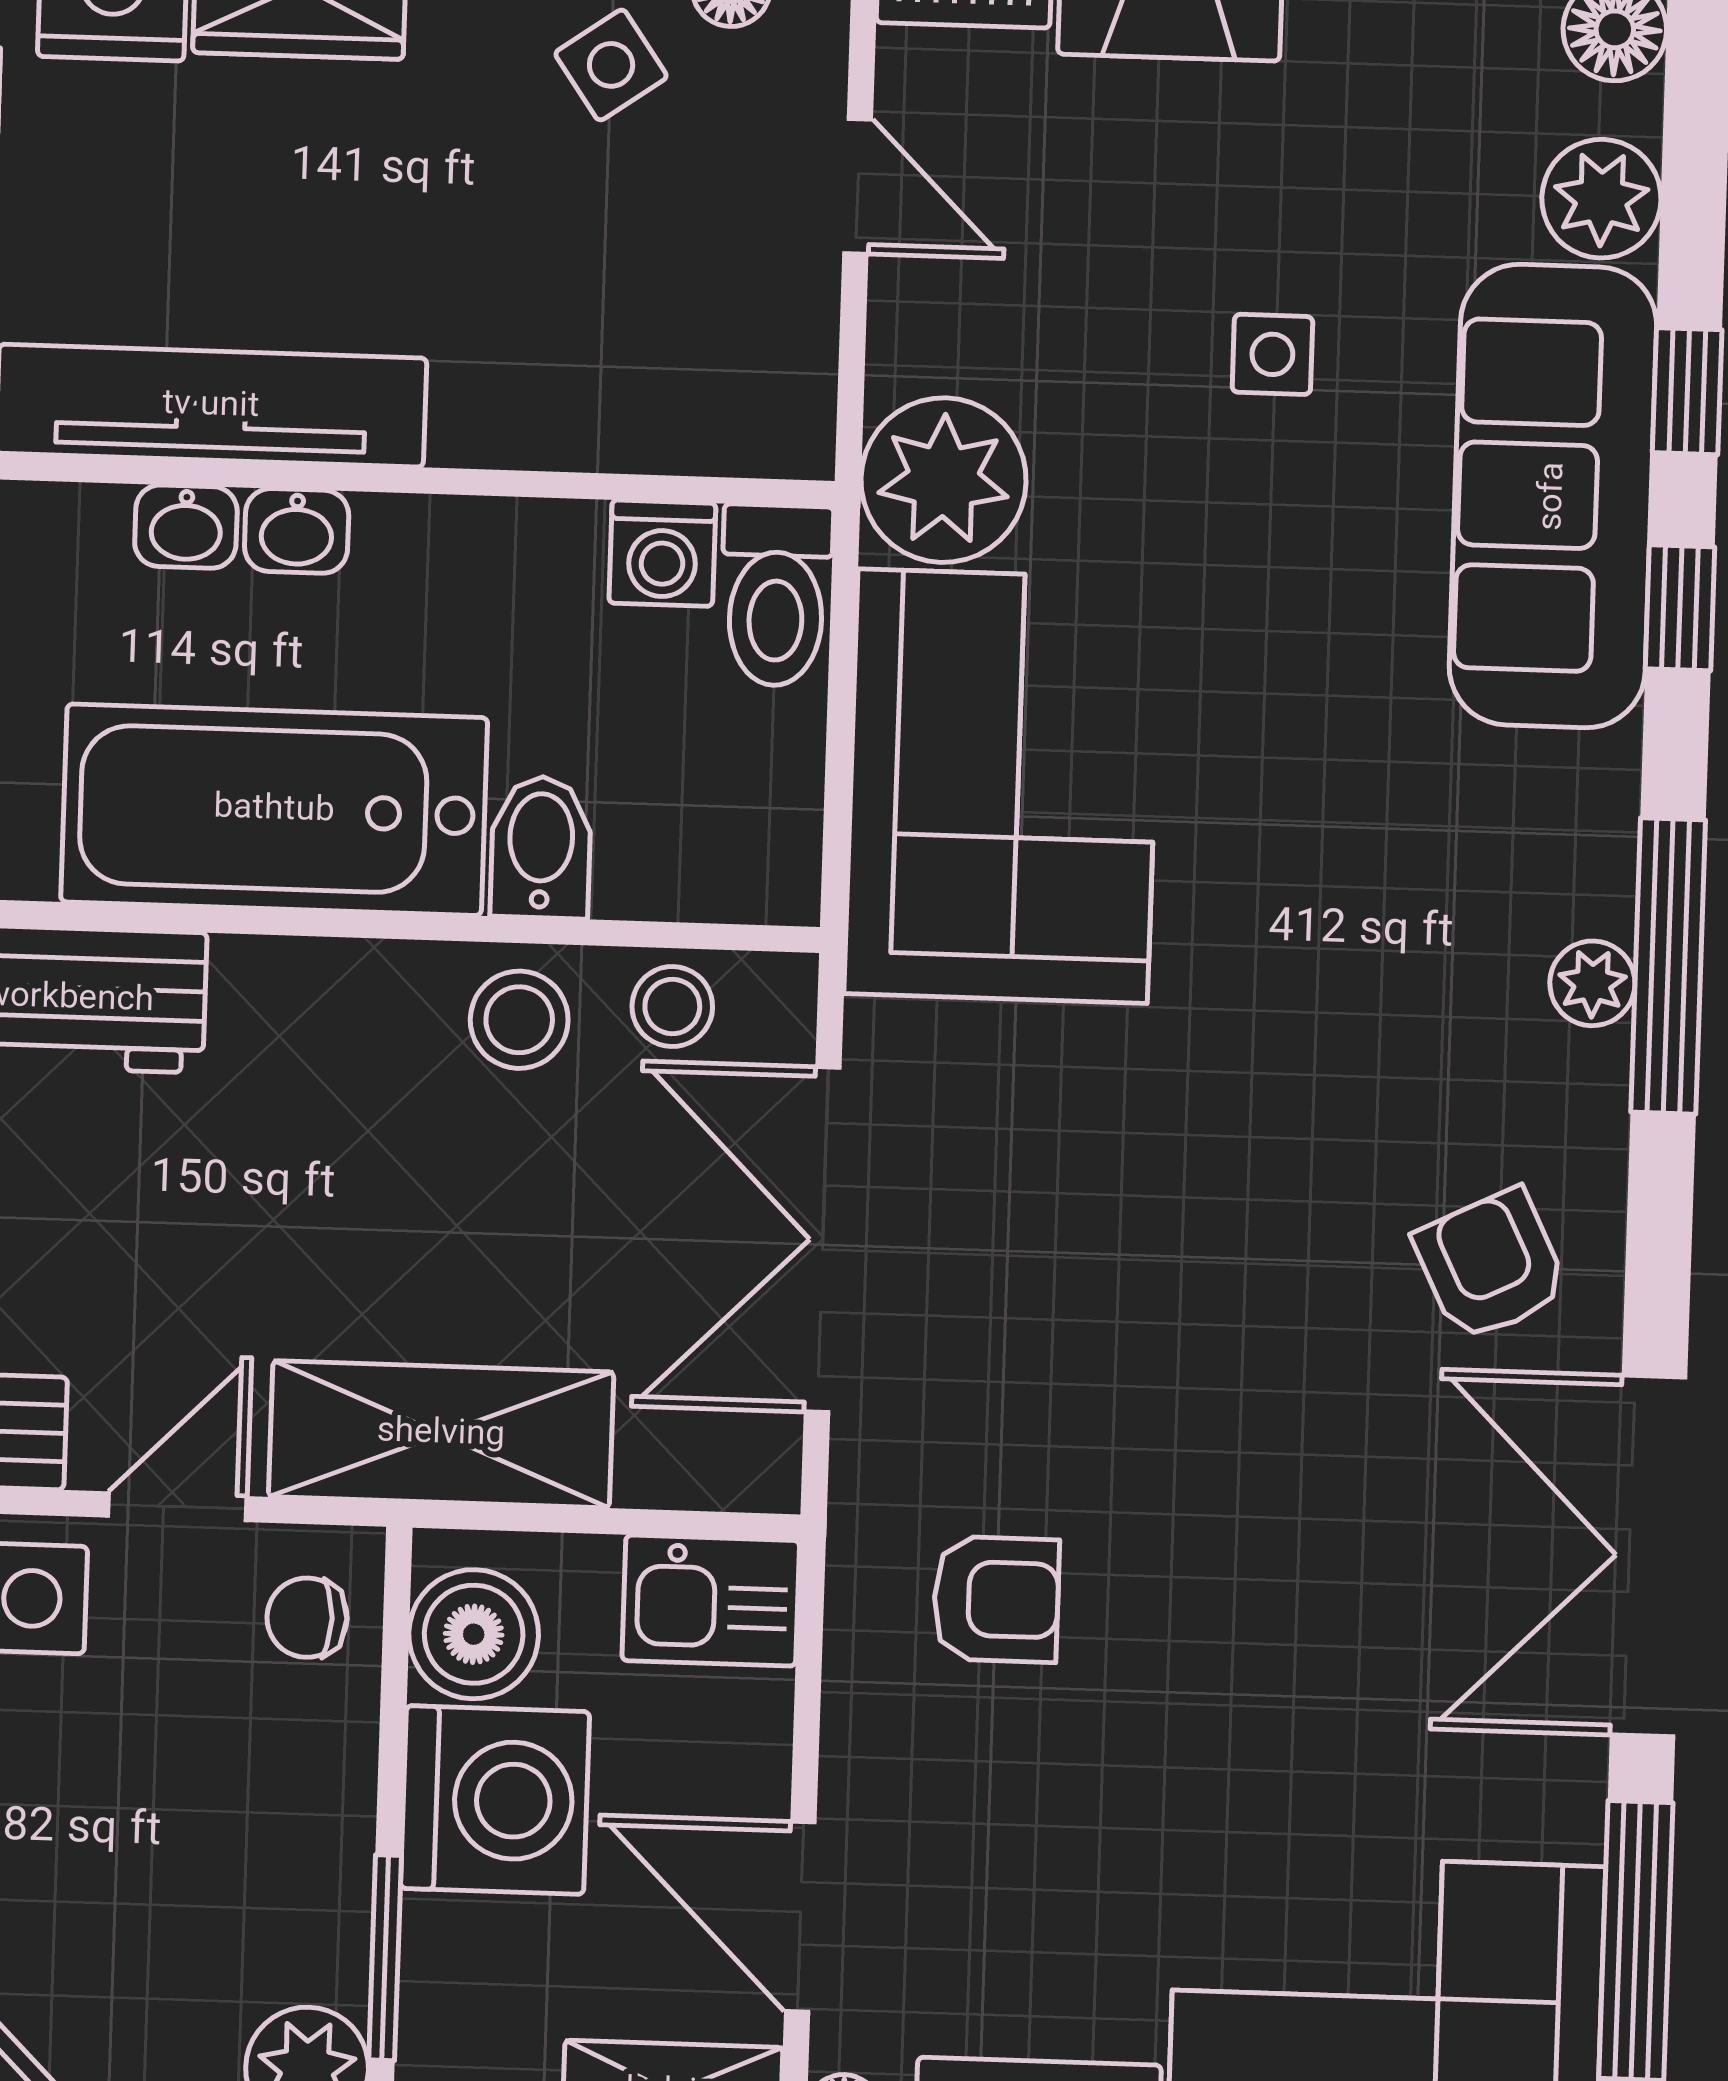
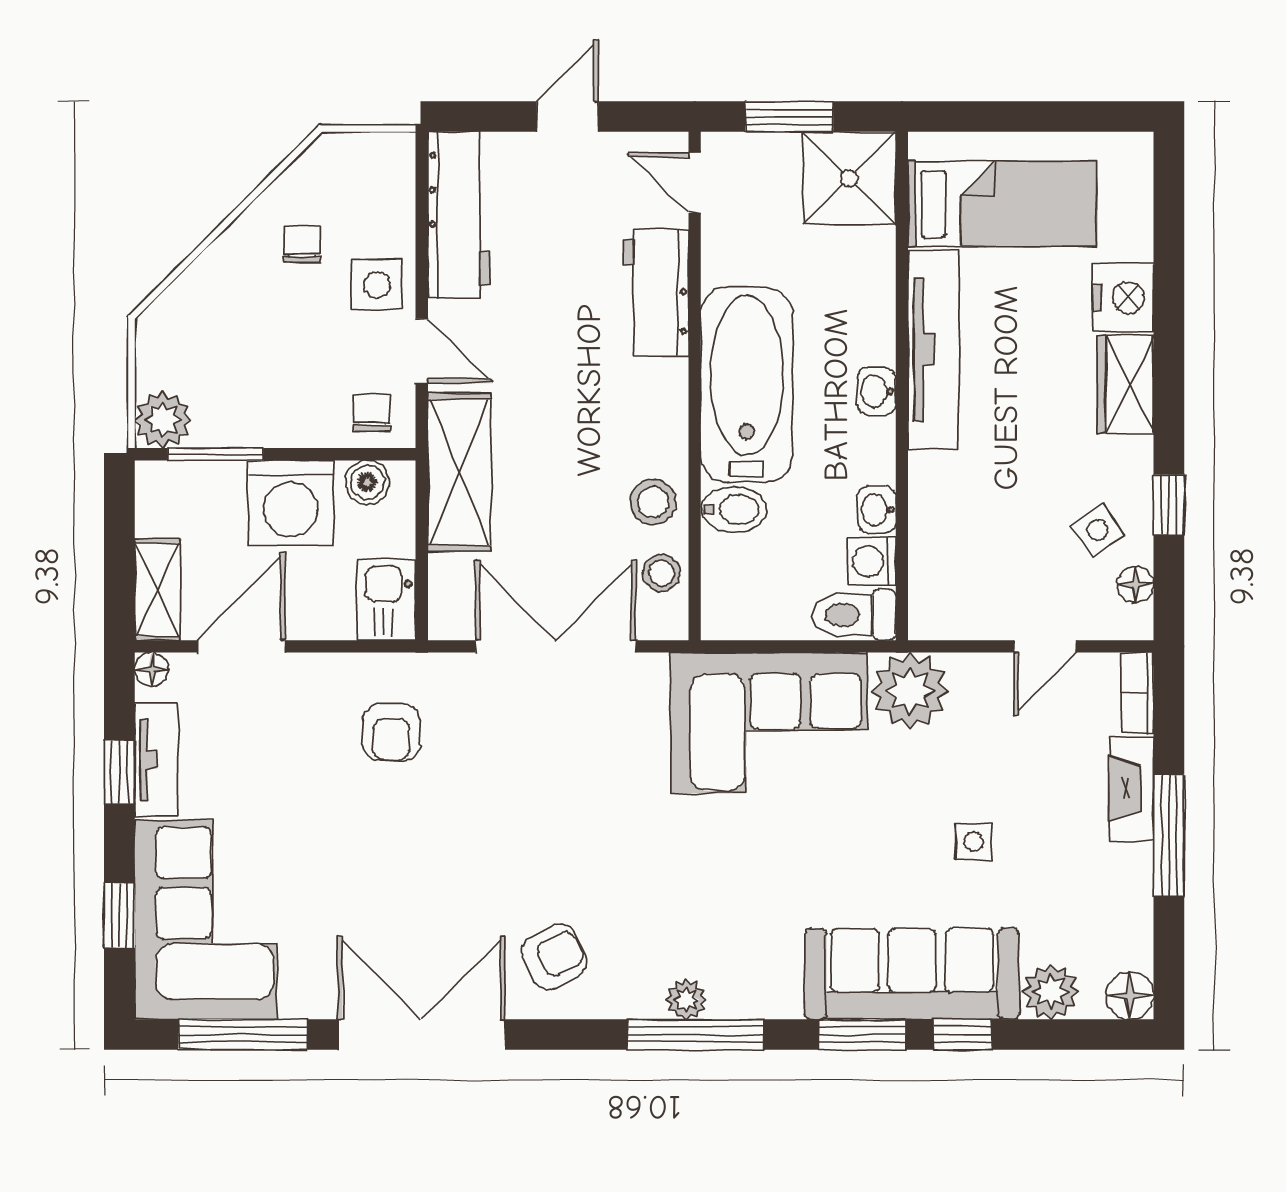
washbasin: (186, 527) -> (877, 510), moved
window: (1680, 608) -> (862, 1035), width x1.50
boiler: (474, 1634) -> (367, 482), width x0.73, depth x0.73

